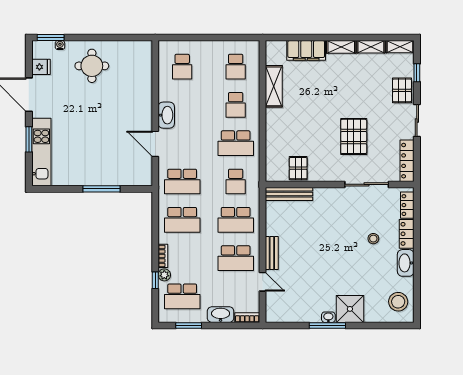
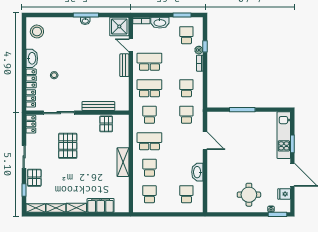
shelving: (274, 86) -> (123, 162), moved
washbasin: (166, 115) -> (197, 172), moved
locker: (407, 161) -> (31, 124), width x0.66
school desk: (182, 182) -> (186, 115), width x0.54
bench: (289, 194) -> (98, 106), moved
school desk: (182, 220) -> (186, 88), width x0.54
school desk: (182, 296) -> (186, 35), width x0.54
shower: (350, 309) -> (119, 26), moved

